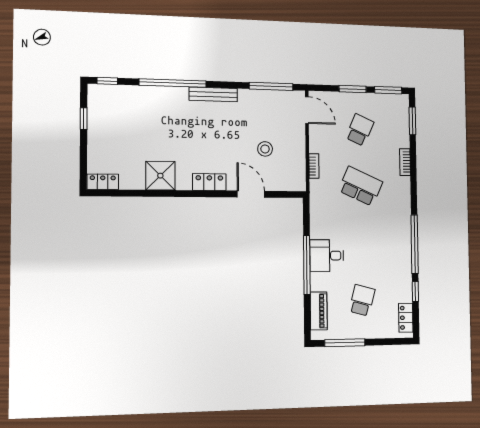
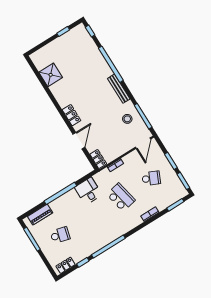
stool: (265, 149) -> (127, 119), moved
shower: (160, 176) -> (51, 75), moved
locker: (103, 182) -> (98, 159), moved
school desk: (360, 186) -> (121, 197), turned -36
desk: (327, 256) -> (88, 191), moved

